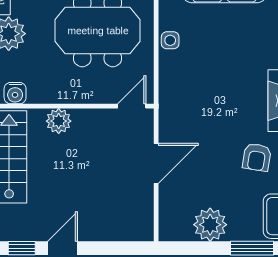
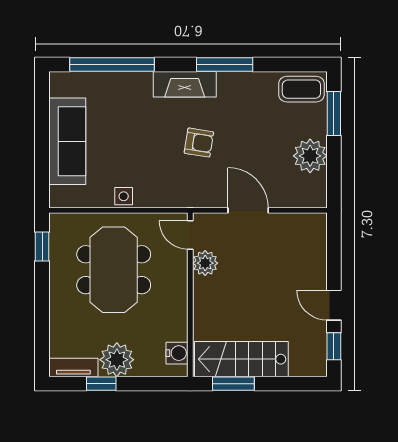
plant: (59, 121) -> (205, 263), moved
armchair: (257, 157) -> (199, 143), moved

